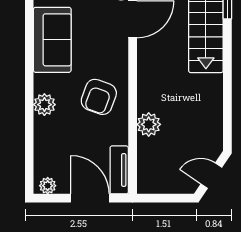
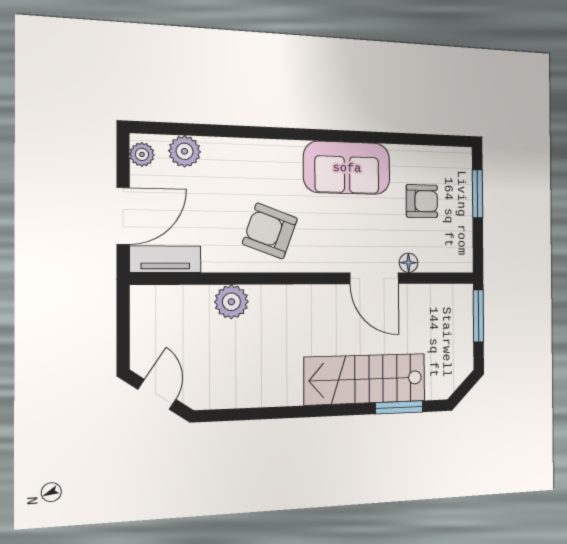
plant: (44, 105) -> (185, 151), moved

